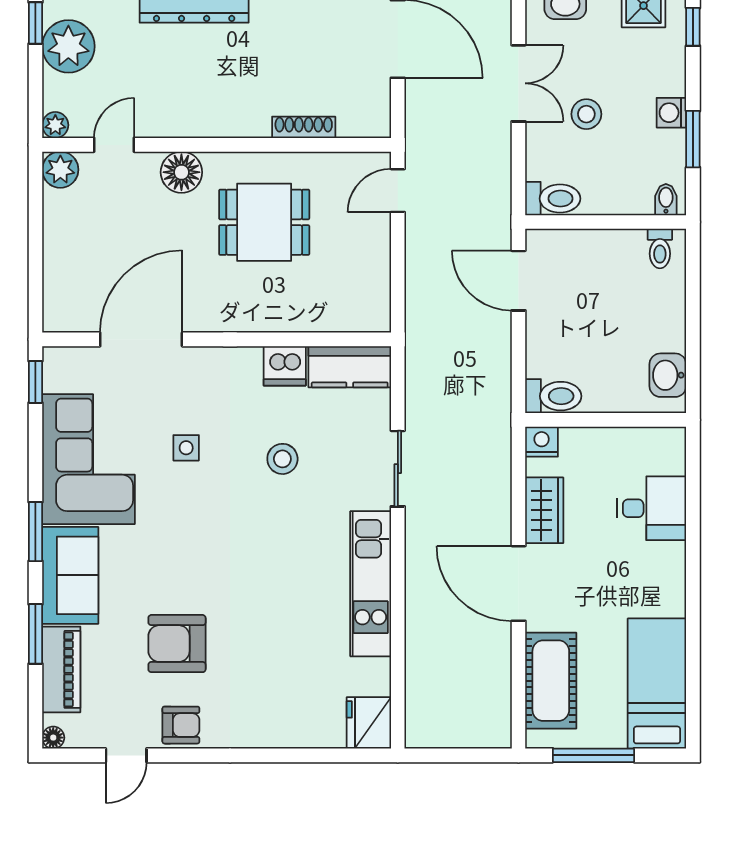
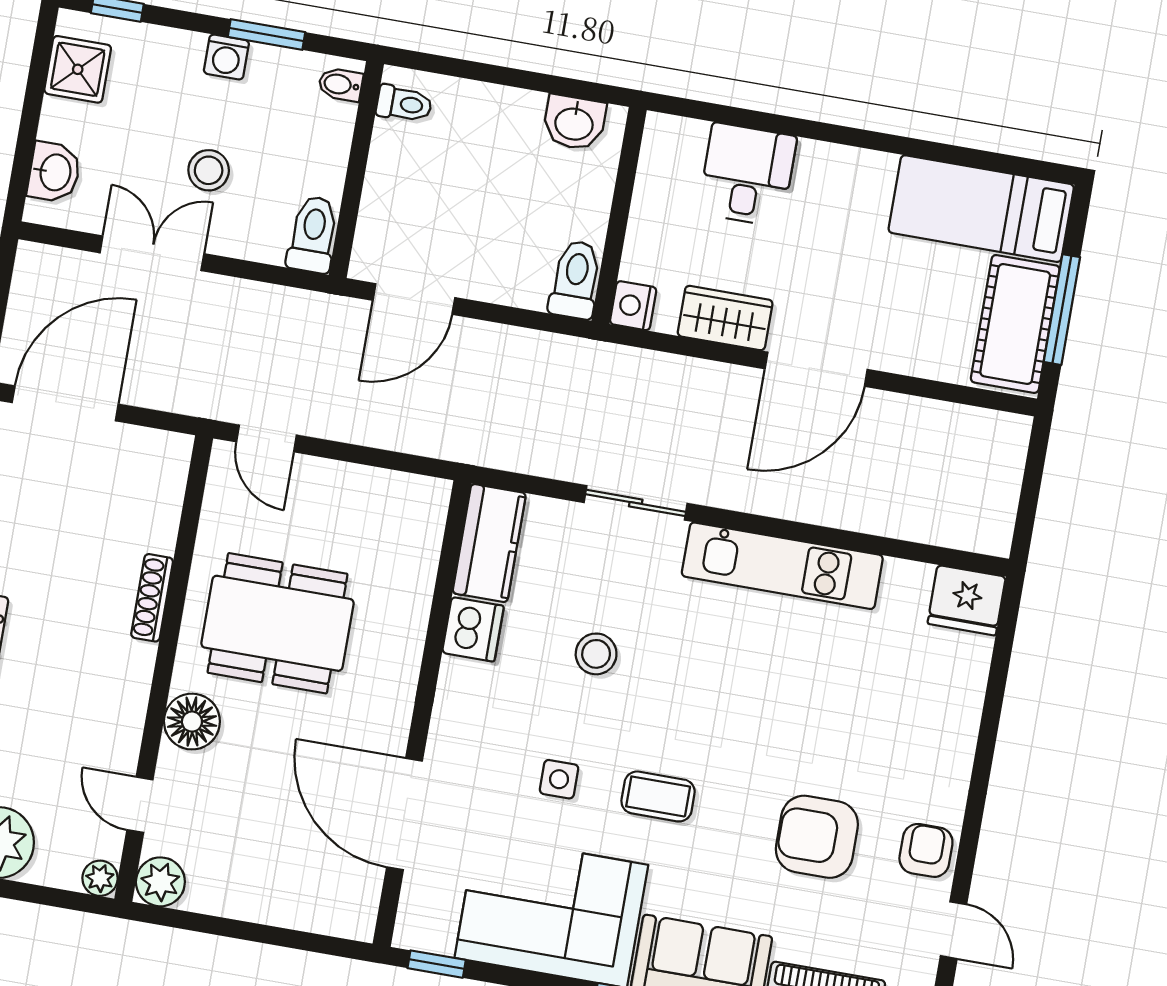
shoe rack: (304, 127) -> (152, 598), moved
dining table: (264, 222) -> (277, 623), width x1.38
coffee table: (186, 522) -> (658, 796), added
armchair: (177, 644) -> (817, 837), turned 90
cot: (551, 681) -> (1015, 324), moved, turned 90

